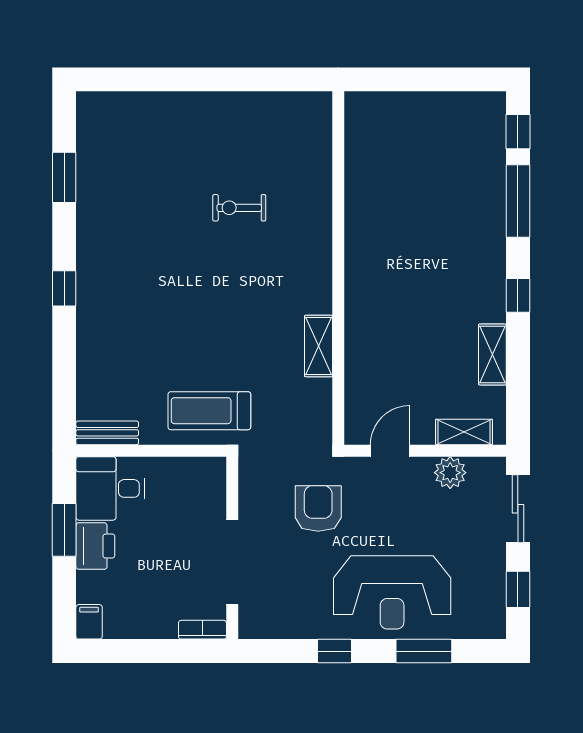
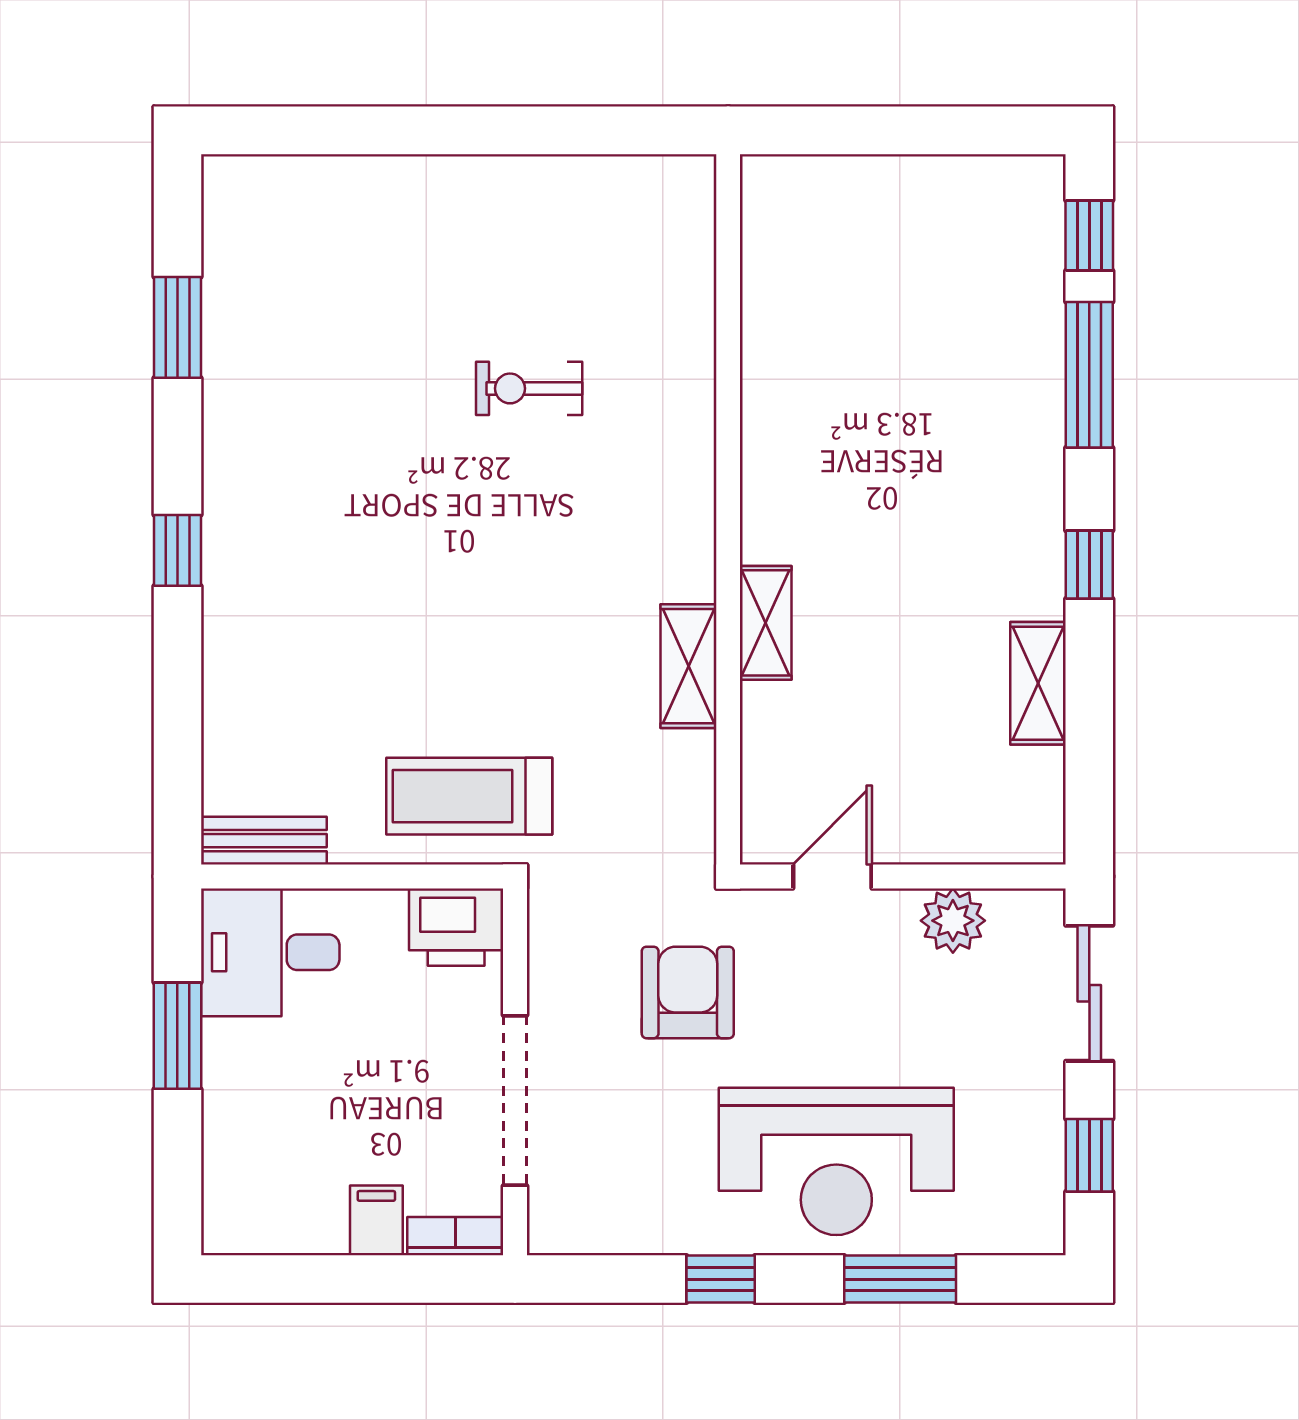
shelving: (464, 432) -> (766, 623), moved, turned 90
printer: (95, 546) -> (456, 927), moved, turned 90
filing cabinet: (89, 622) -> (376, 1220), moved

